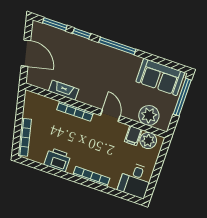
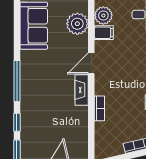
fireplace: (64, 90) -> (82, 90), moved
bookcase: (75, 111) -> (99, 108), width x0.64

